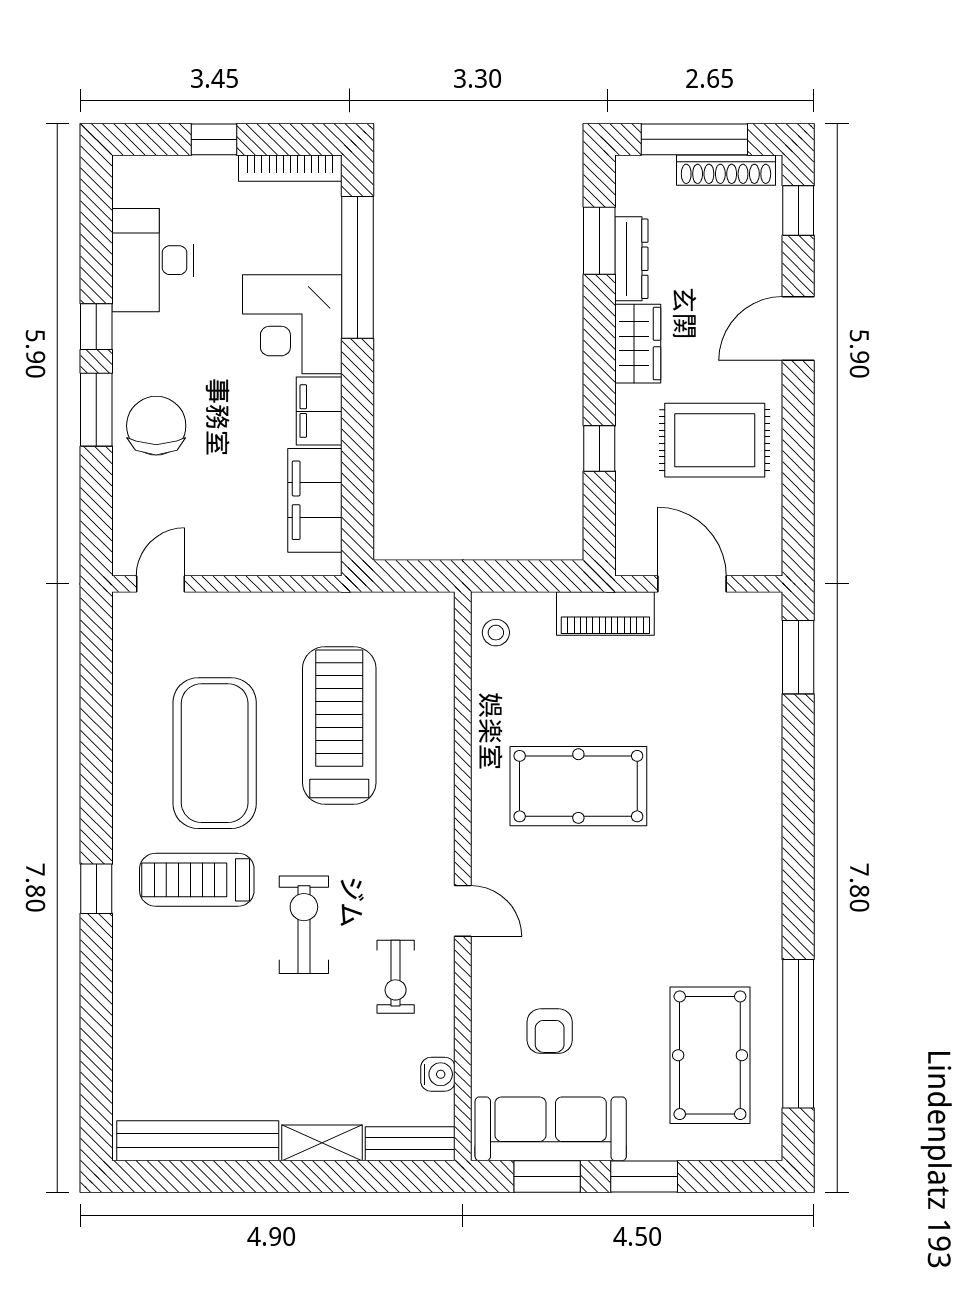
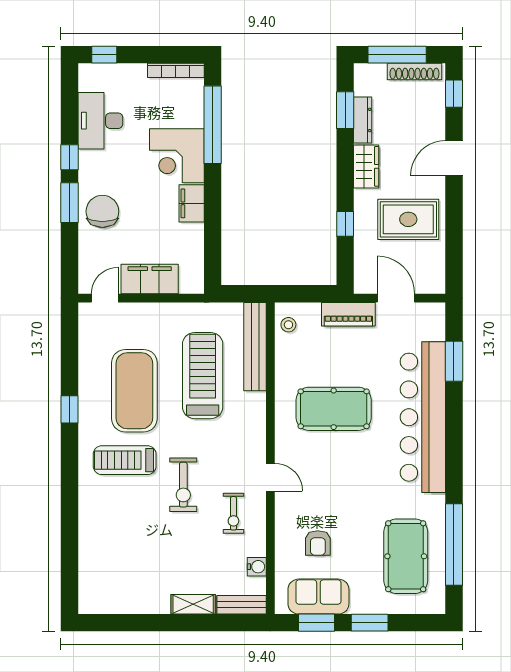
window: (214, 139) -> (104, 55), moved
filing cabinet: (315, 500) -> (150, 279), moved, turned 90
window: (798, 657) -> (454, 361), moved
bar counter: (741, 801) -> (423, 417), added
window: (96, 889) -> (70, 409), moved
exercise bike: (304, 925) -> (183, 485), turned 180
sofa: (551, 1129) -> (318, 597), width x0.73
bench: (198, 1141) -> (255, 347), moved, turned 90

